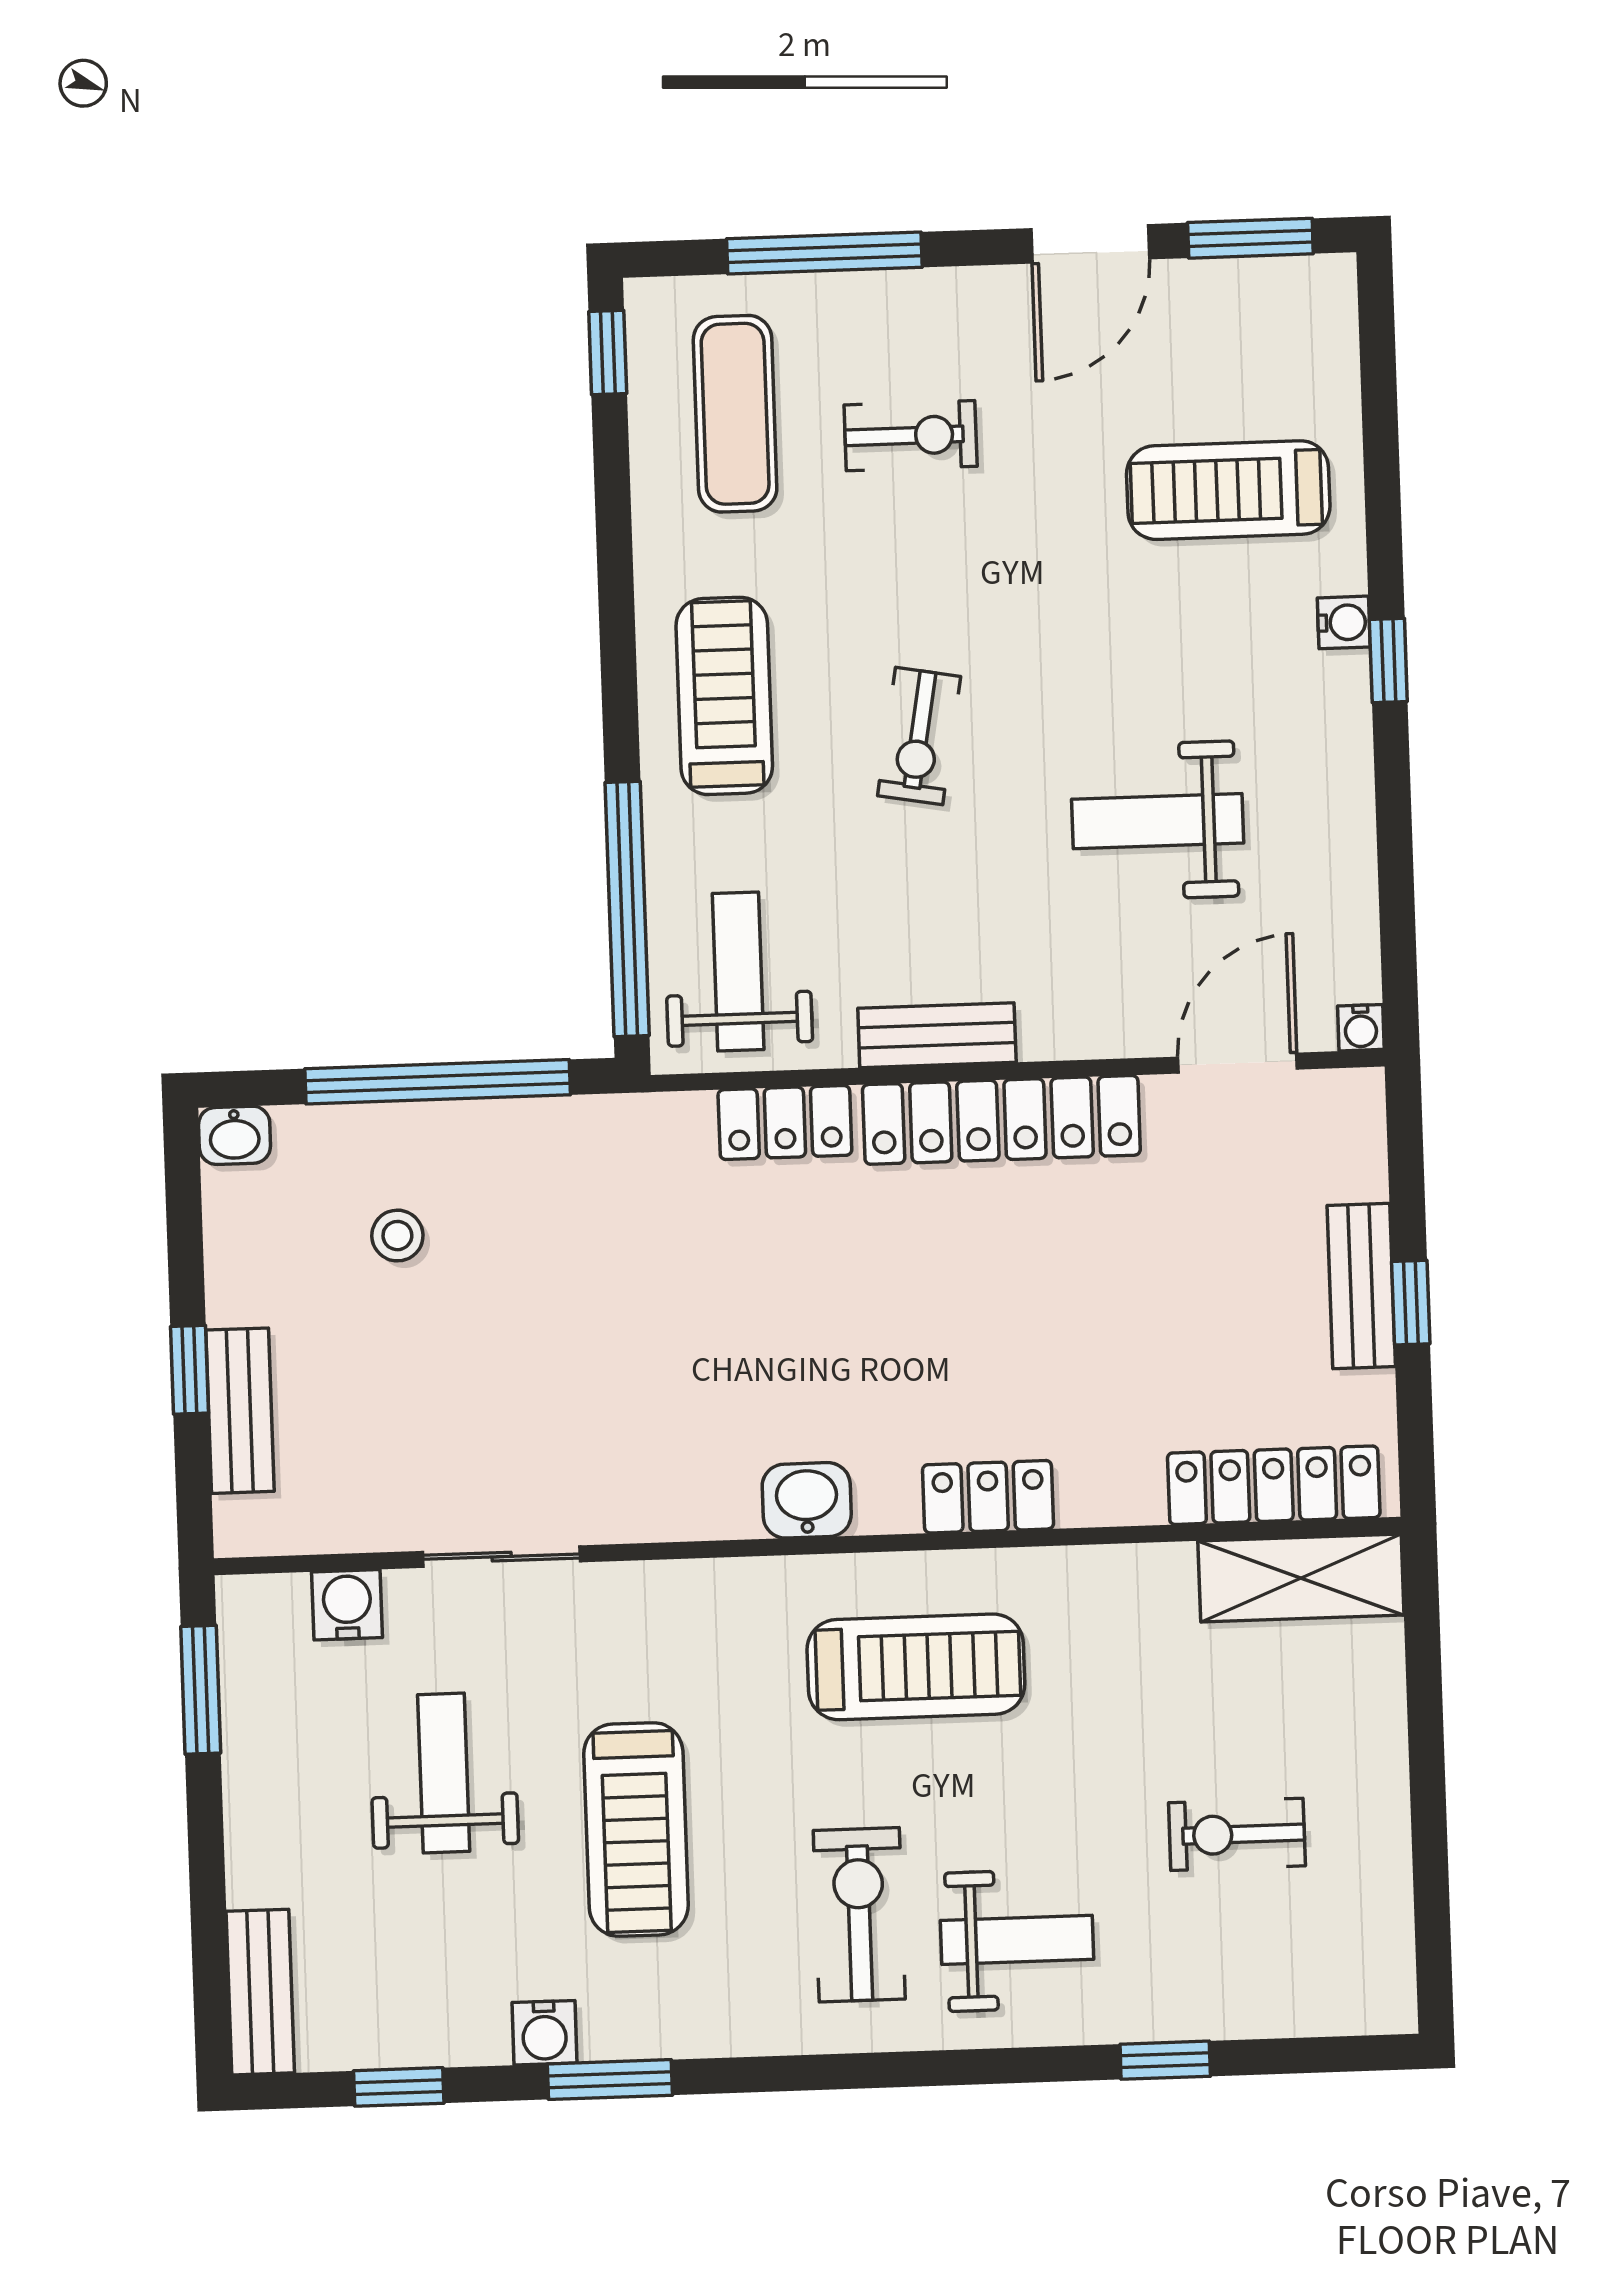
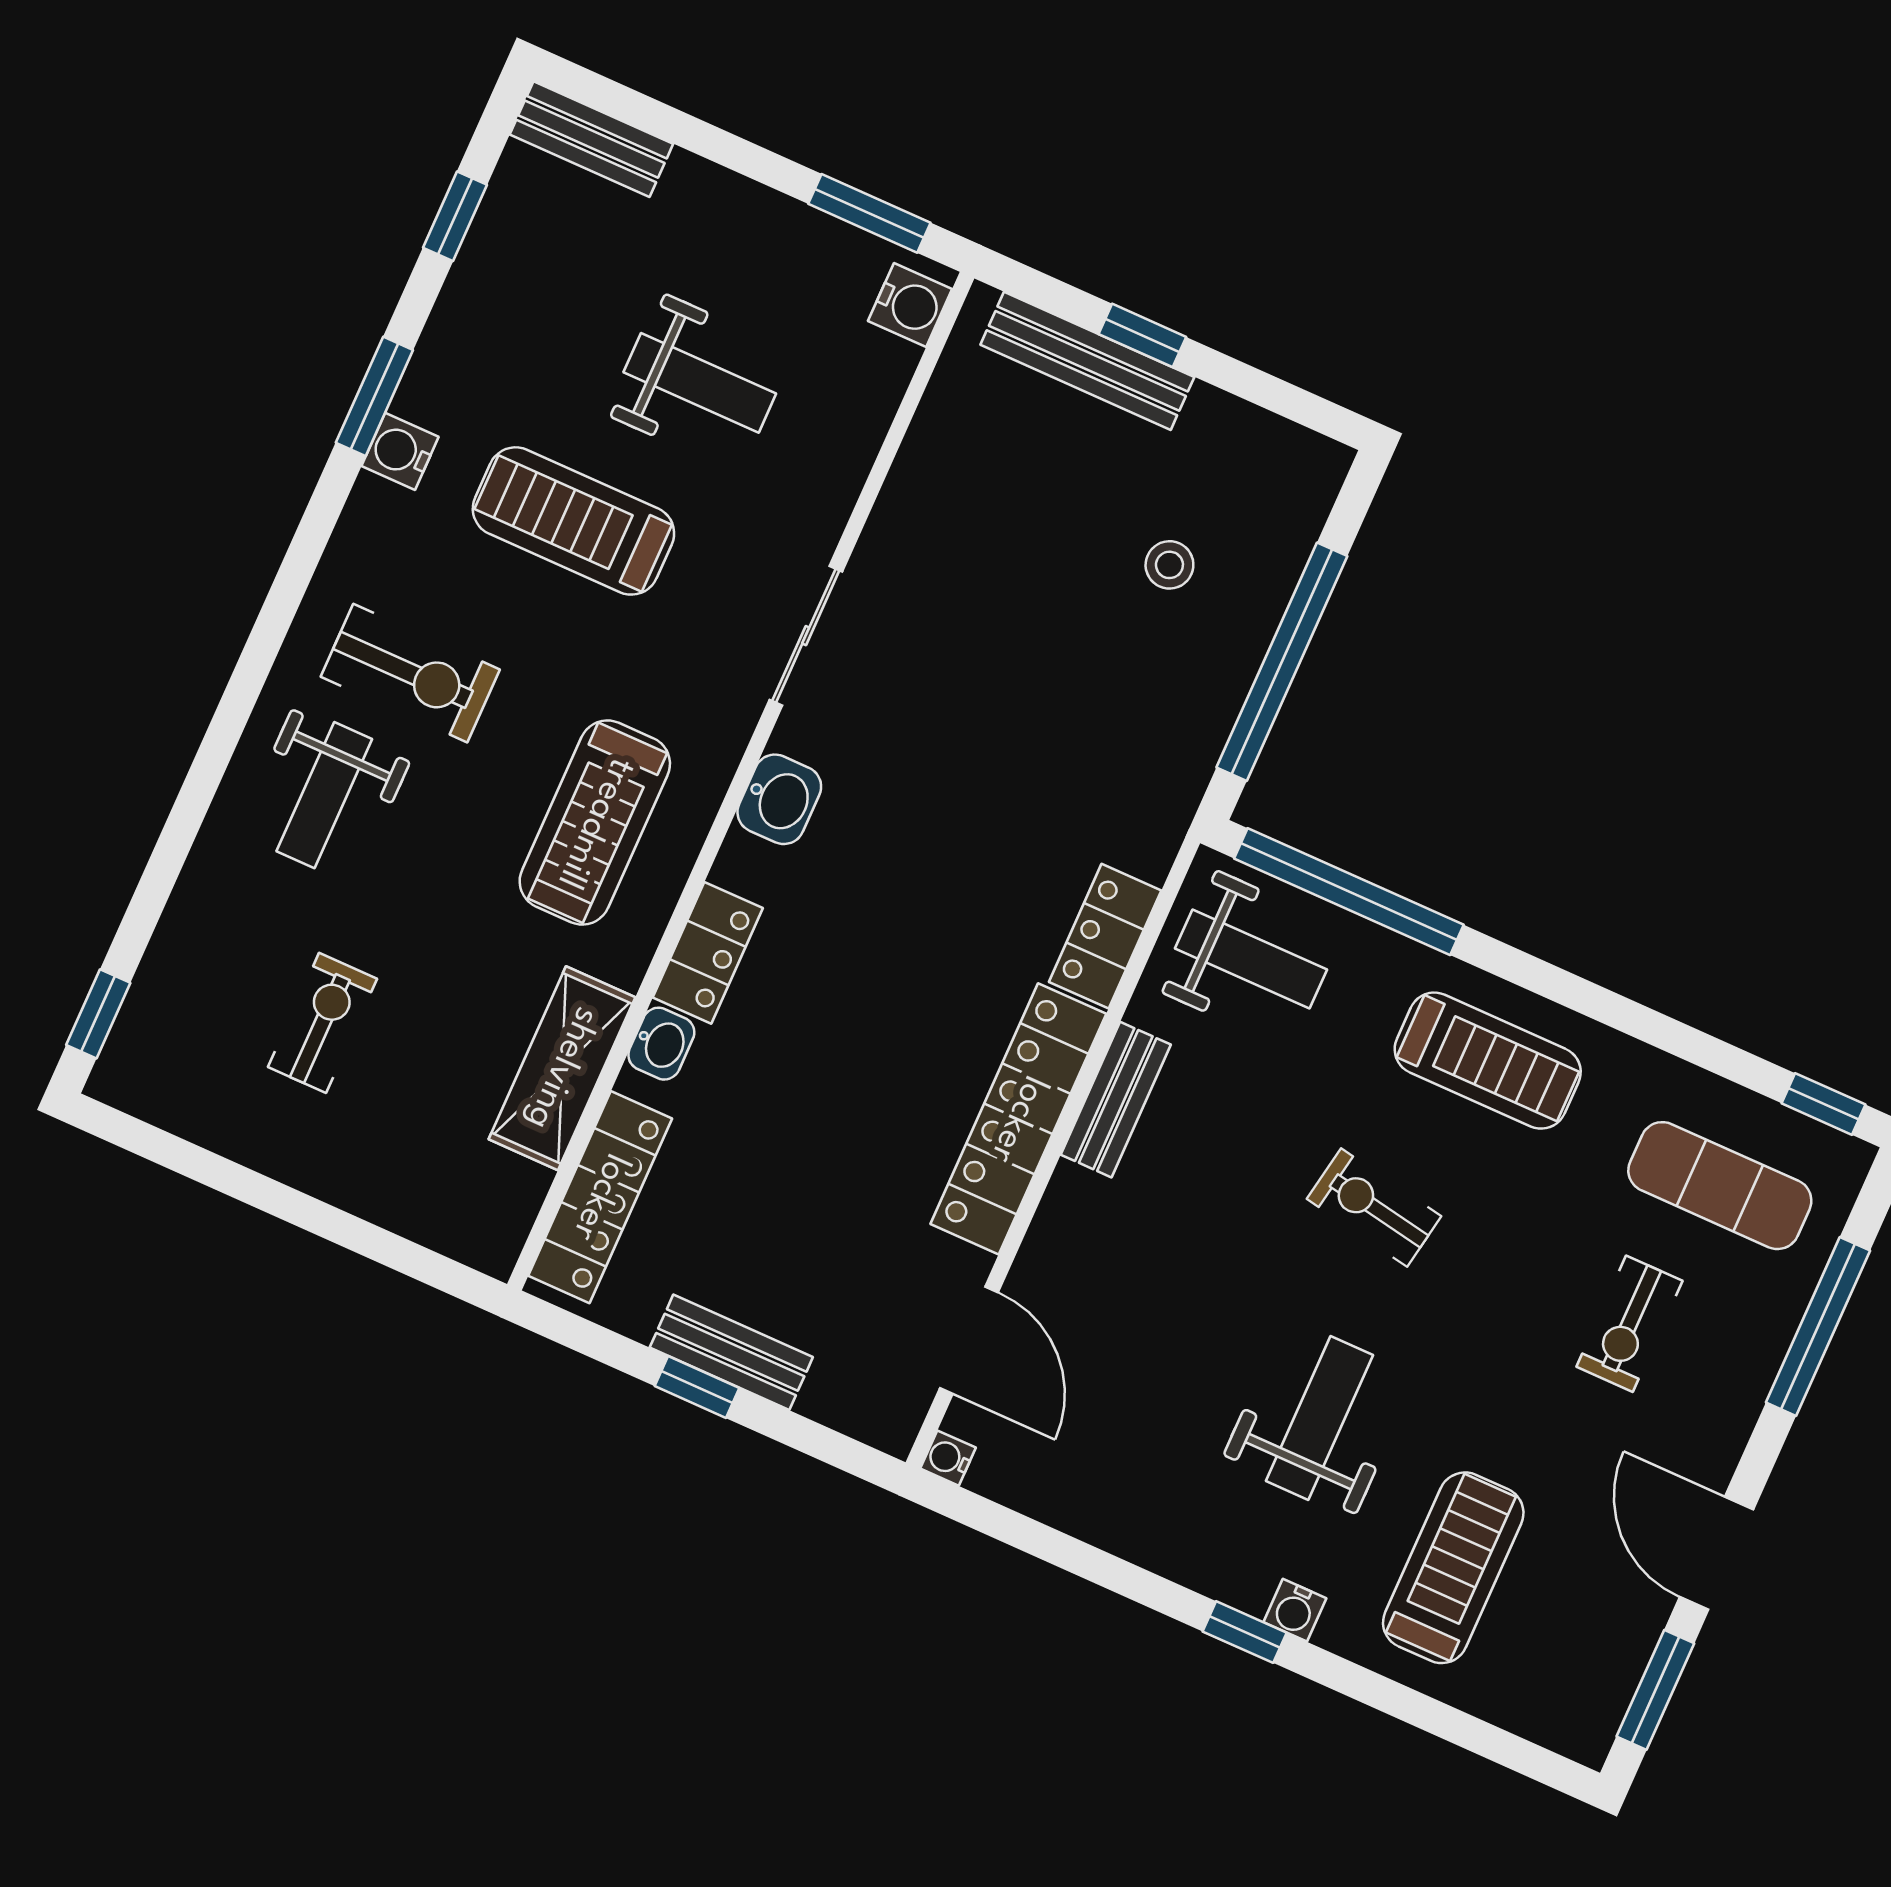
weight bench: (1158, 821) -> (1319, 1418), moved
washbasin: (235, 1135) -> (661, 1044), moved, turned 180
bench: (240, 1411) -> (1087, 361), width x1.36
sliding door: (502, 1557) -> (806, 636), moved
shelving: (1301, 1578) -> (562, 1068), moved
water cooler: (347, 1605) -> (910, 305), moved
water cooler: (544, 2033) -> (400, 451), moved
window: (1165, 2060) -> (98, 1014), moved

